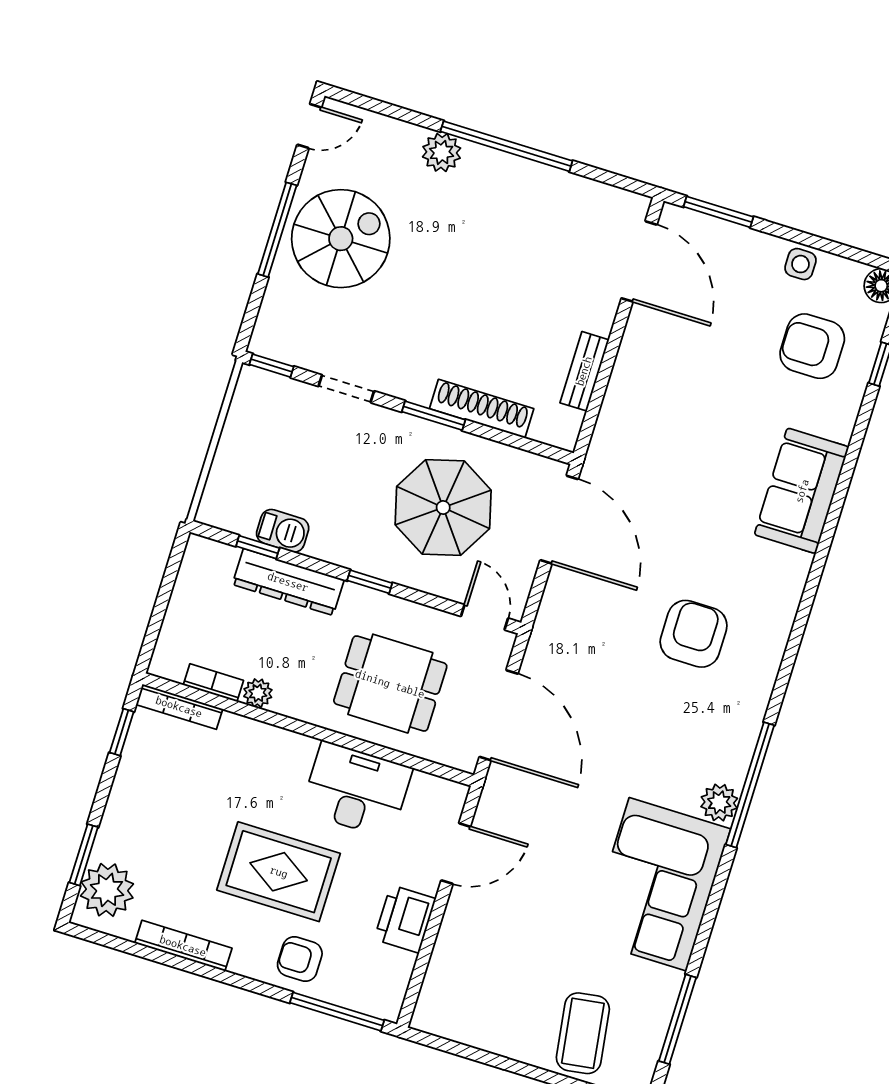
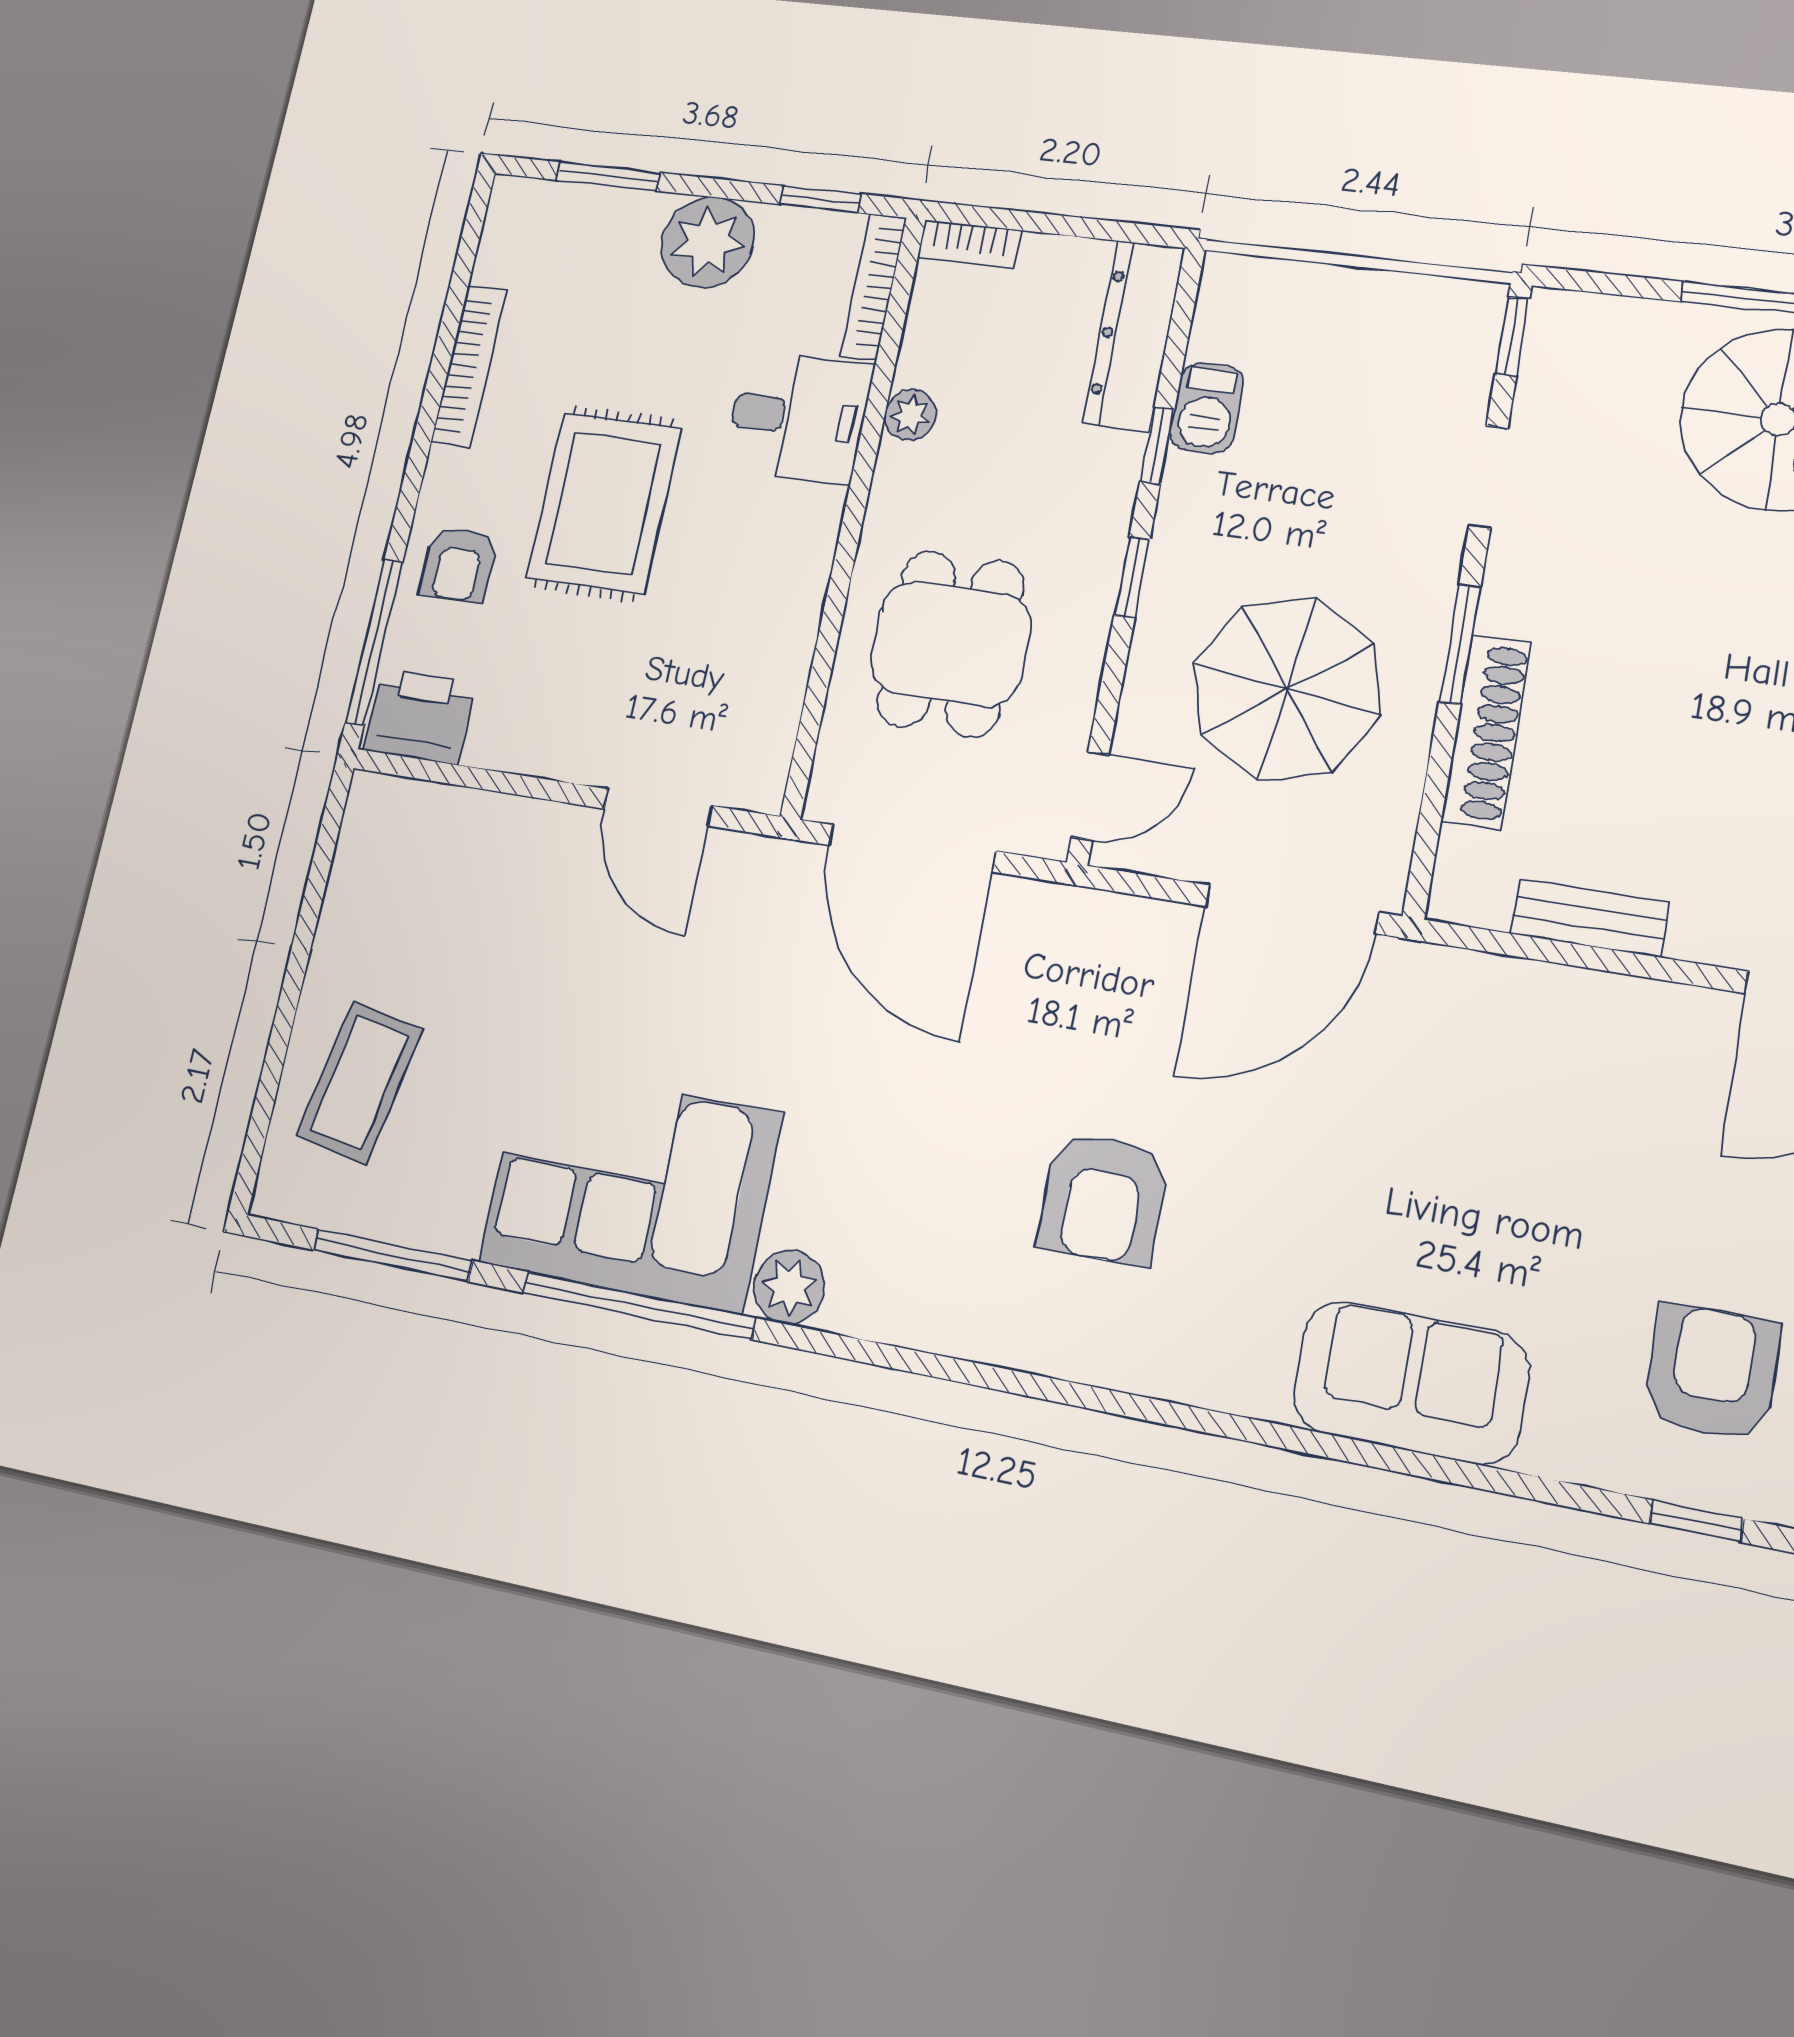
window: (258, 547) -> (1157, 445), moved
dresser: (288, 582) -> (1134, 335), moved
armchair: (694, 634) -> (1103, 1198), turned 90
bookcase: (213, 683) -> (970, 244), moved, turned 90
door: (499, 715) -> (912, 848), hinge flipped
window: (750, 785) -> (639, 1305), moved
desk: (357, 790) -> (798, 417), moved, width x0.73
plant: (107, 890) -> (708, 242), moved
printer: (405, 919) -> (420, 716), moved
armchair: (300, 959) -> (458, 564), turned 180
coffee table: (583, 1033) -> (359, 1082), turned -71

